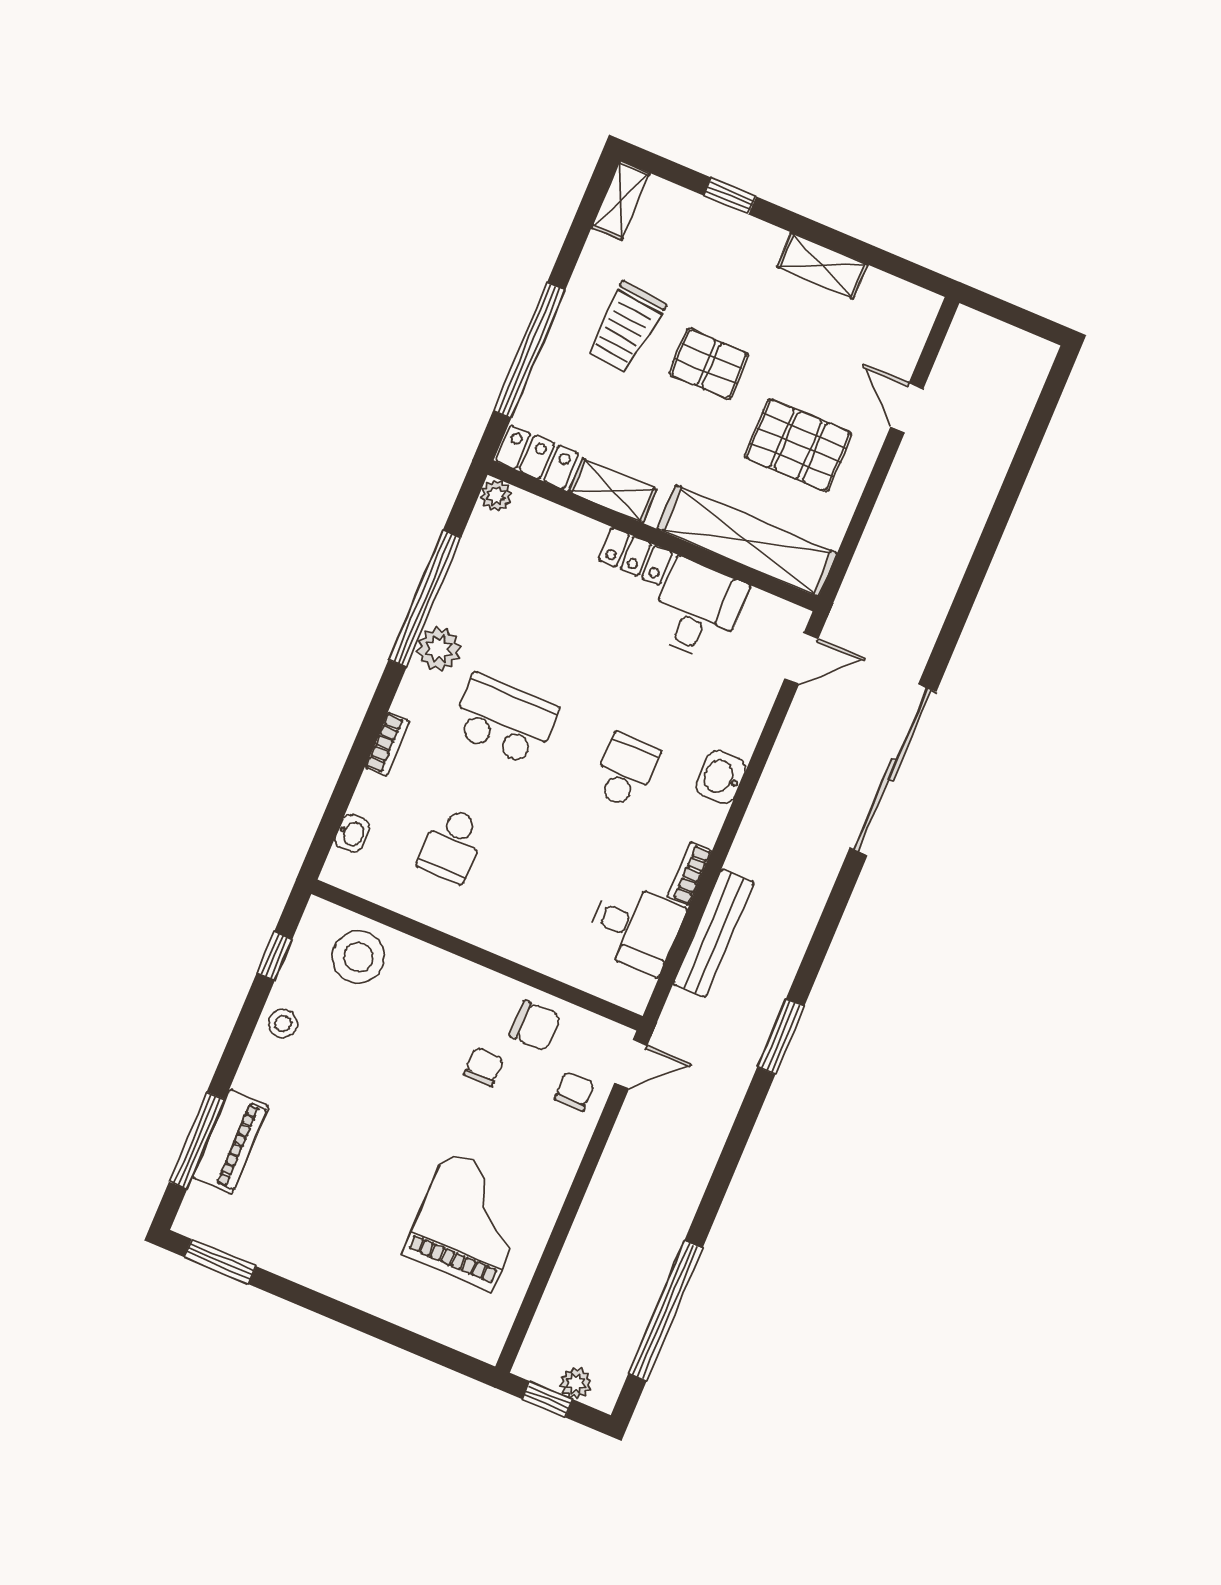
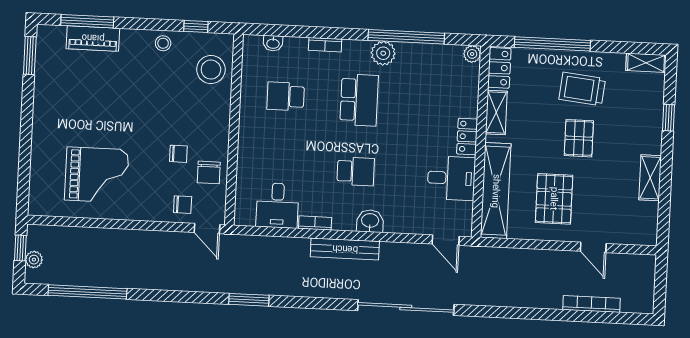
door: (907, 408) -> (593, 247), swing flipped
bookcase: (1004, 446) -> (592, 304), added
bench: (714, 933) -> (345, 249), moved

